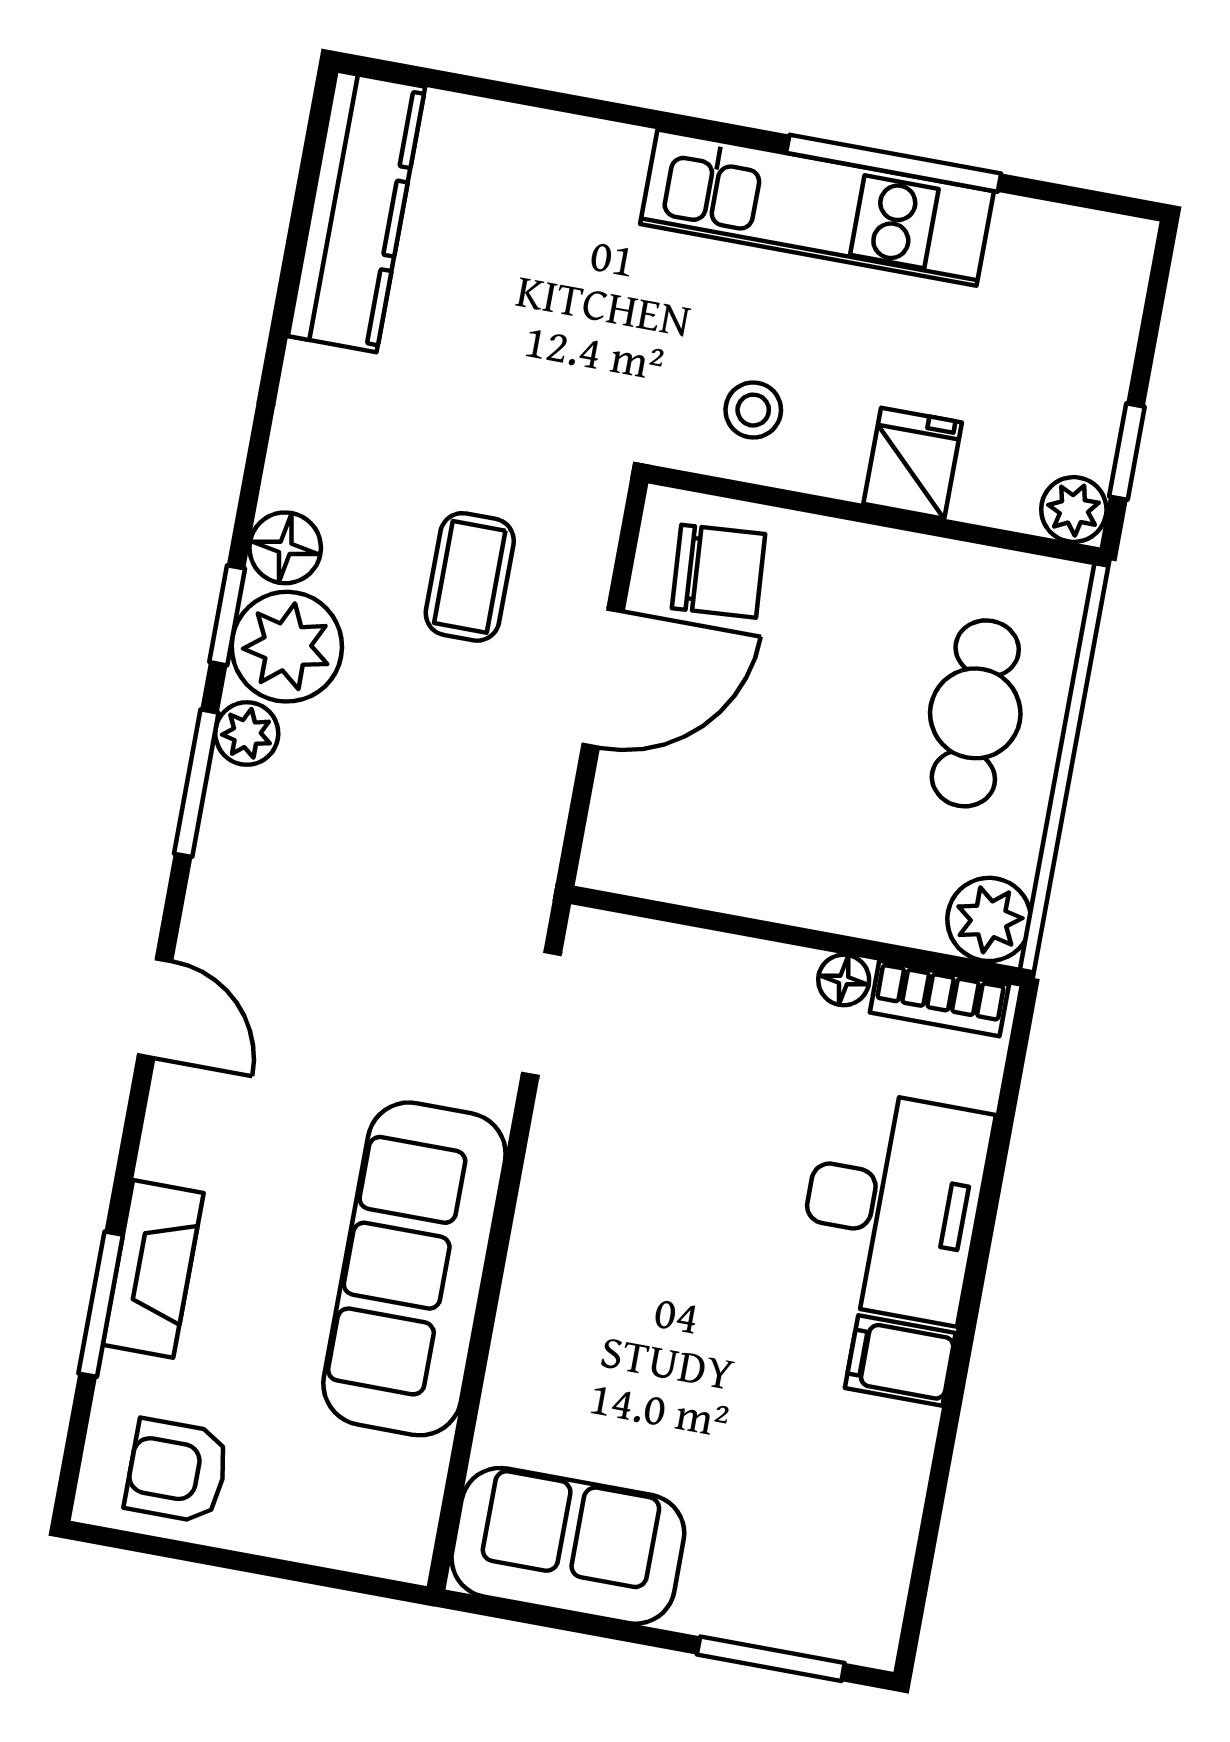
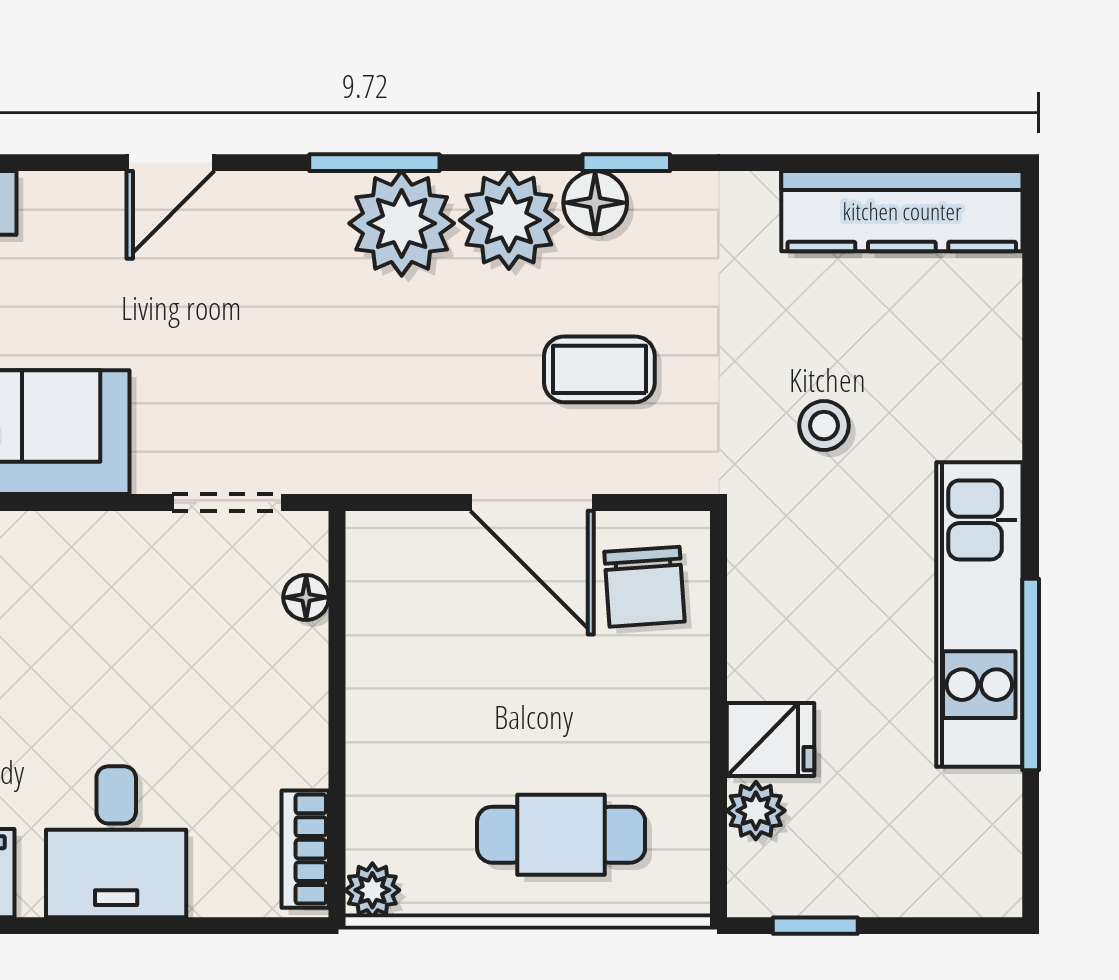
stool: (753, 410) -> (824, 426), moved
plant: (1074, 510) -> (756, 811), moved
window: (227, 615) -> (626, 163), moved
plant: (247, 733) -> (402, 223), width x1.87, depth x1.87
plant: (989, 919) -> (372, 890), width x0.73, depth x0.73
floor lamp: (844, 980) -> (306, 597), moved
desk: (893, 1205) -> (116, 842), width x0.73

